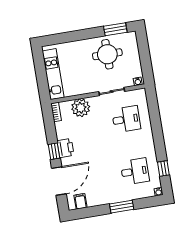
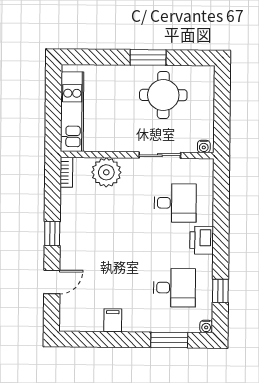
window: (115, 29) -> (148, 57), moved
printer: (66, 148) -> (202, 240), moved, turned 180
door: (59, 181) -> (52, 282), width x0.53
filing cabinet: (80, 201) -> (113, 320), moved
window: (122, 207) -> (169, 340), moved

